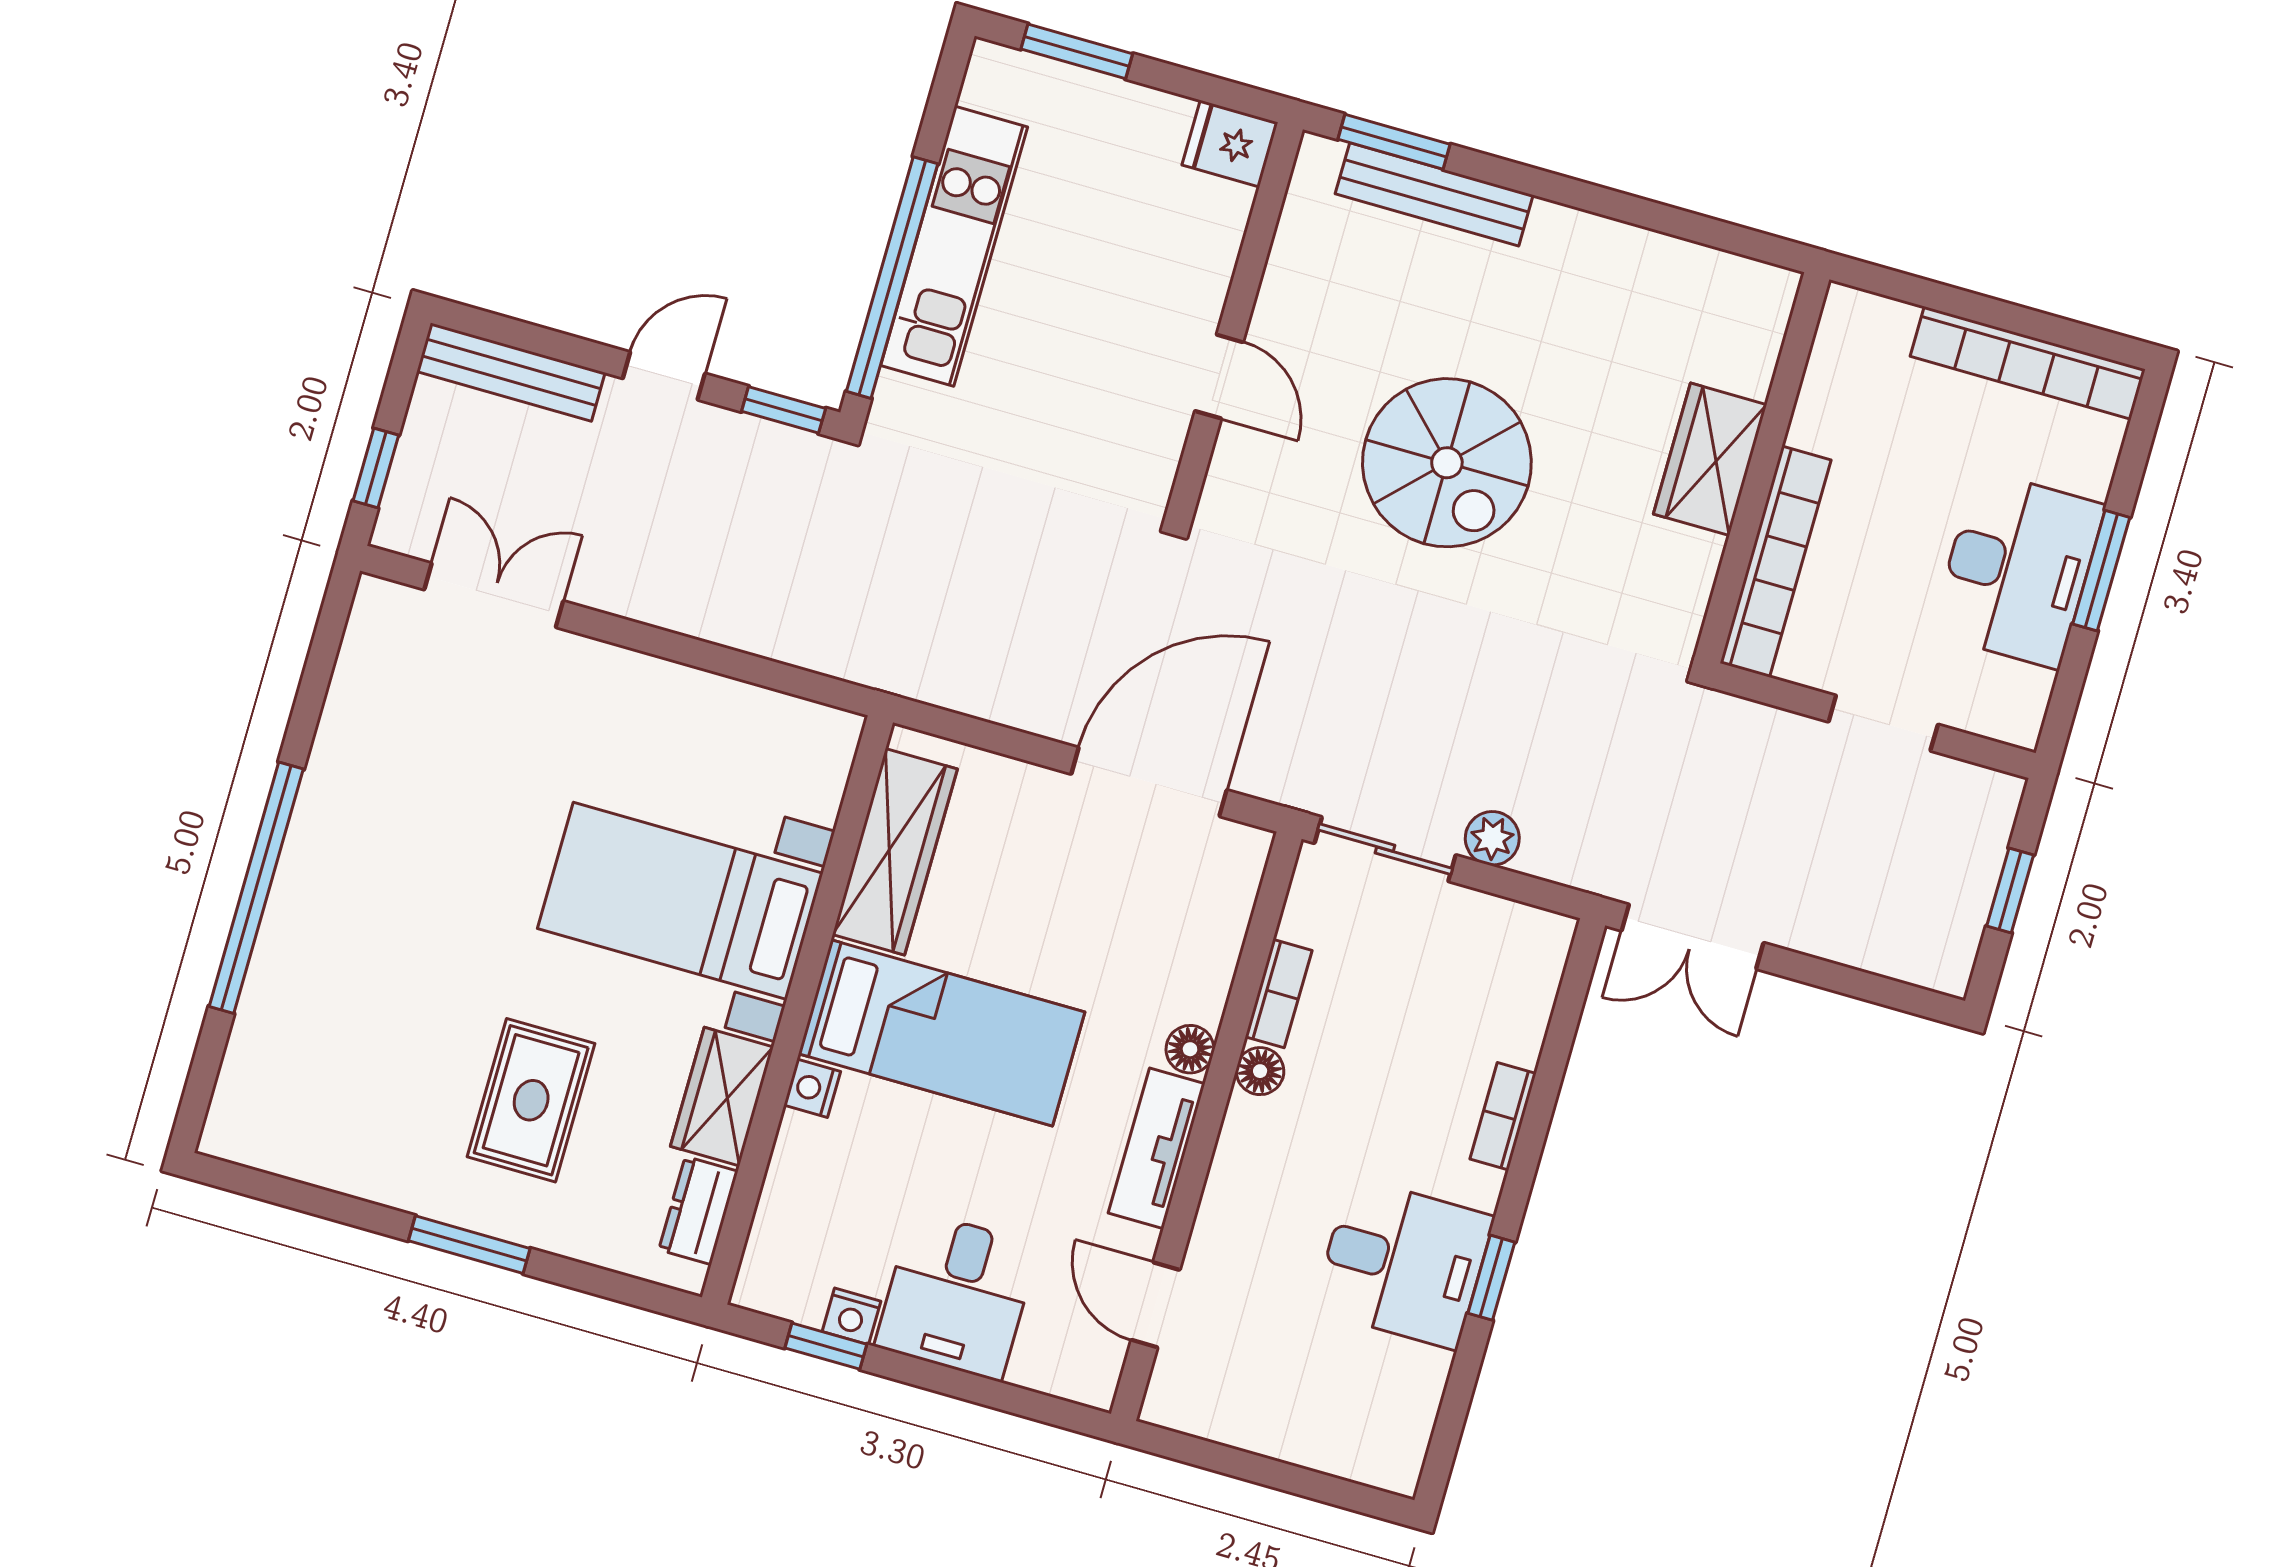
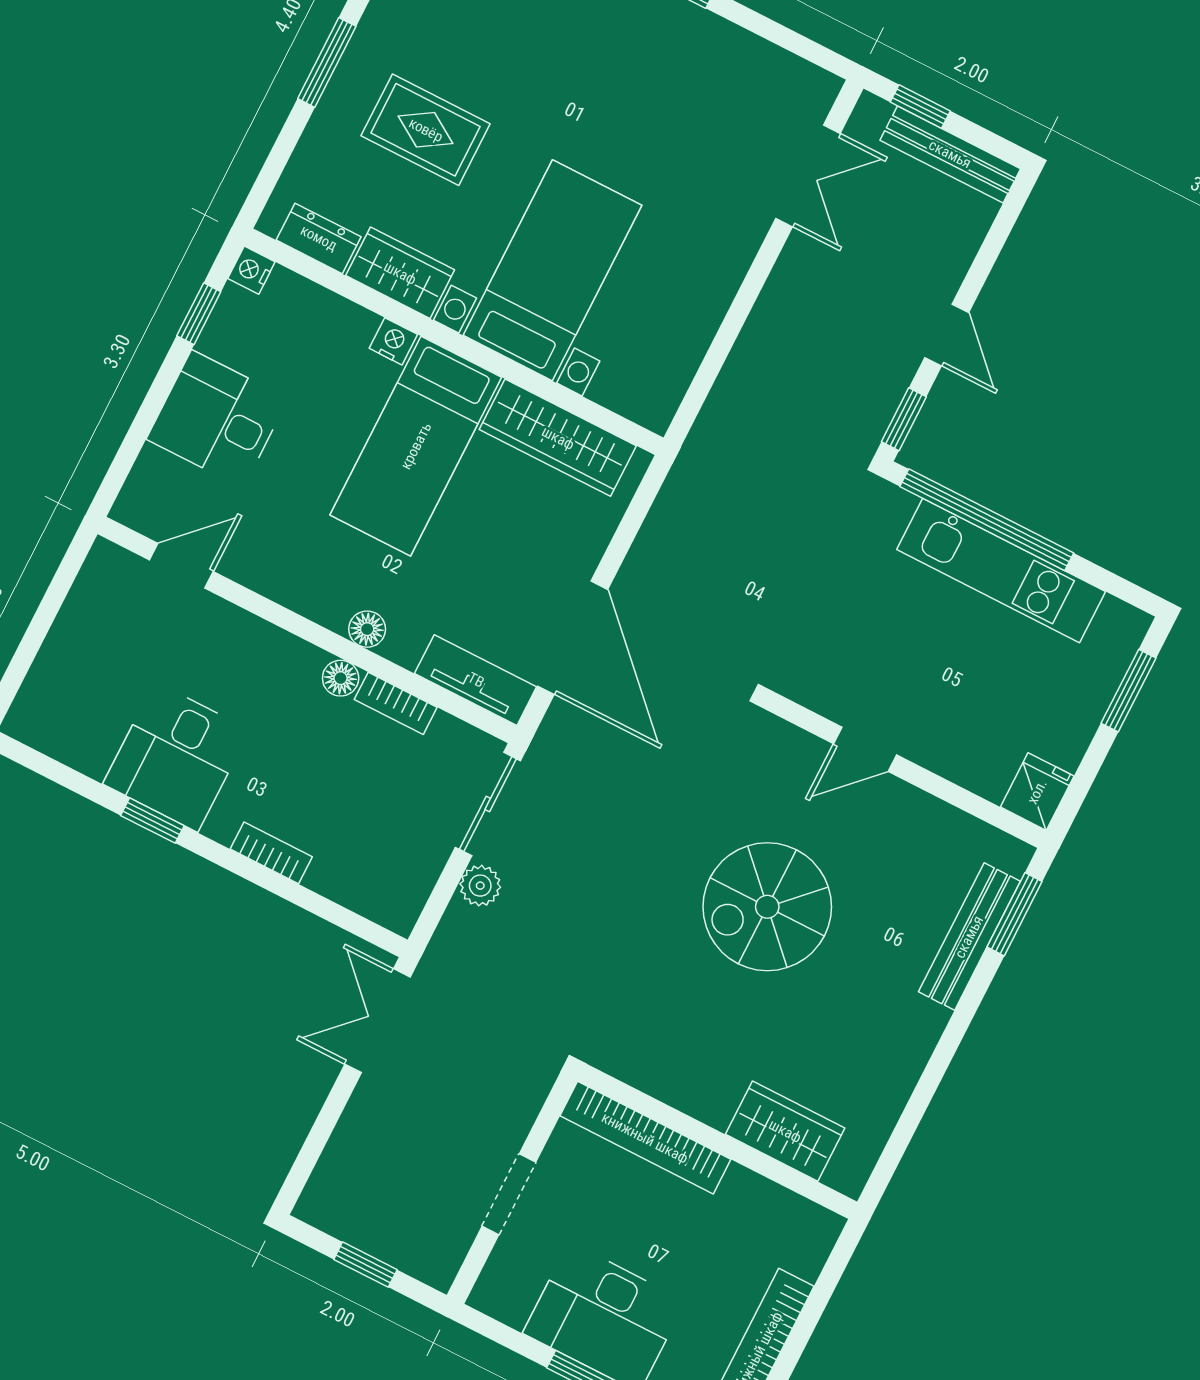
bench: (511, 372) -> (950, 154), moved, turned 90
wardrobe: (1710, 459) -> (785, 1131), moved
tv unit: (1157, 1148) -> (476, 680), moved
nightstand: (852, 1316) -> (251, 270), moved

